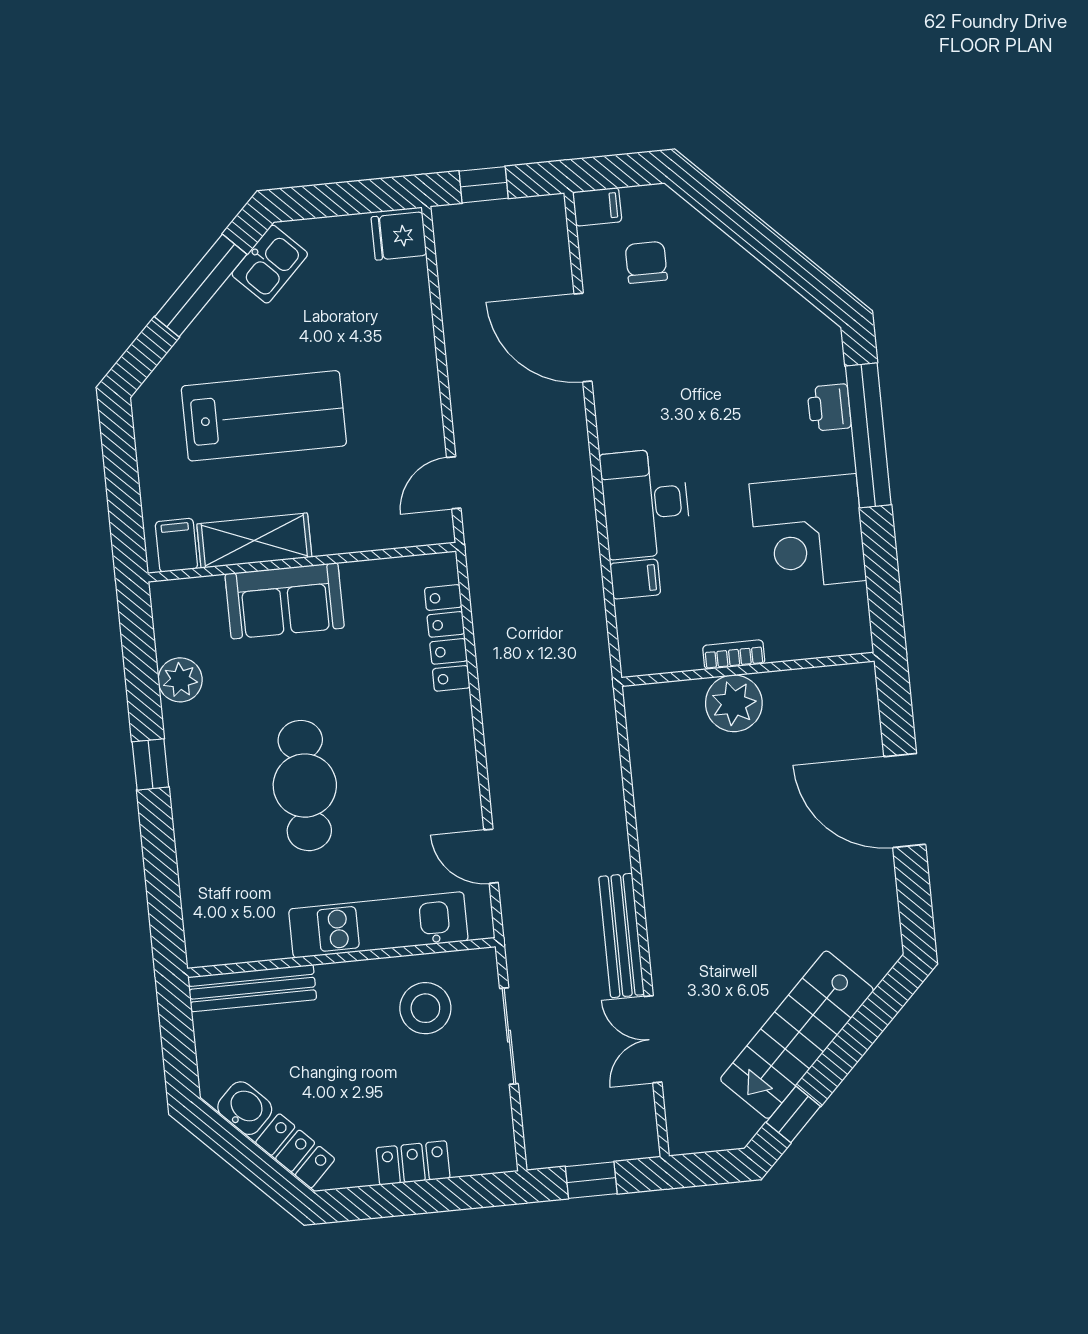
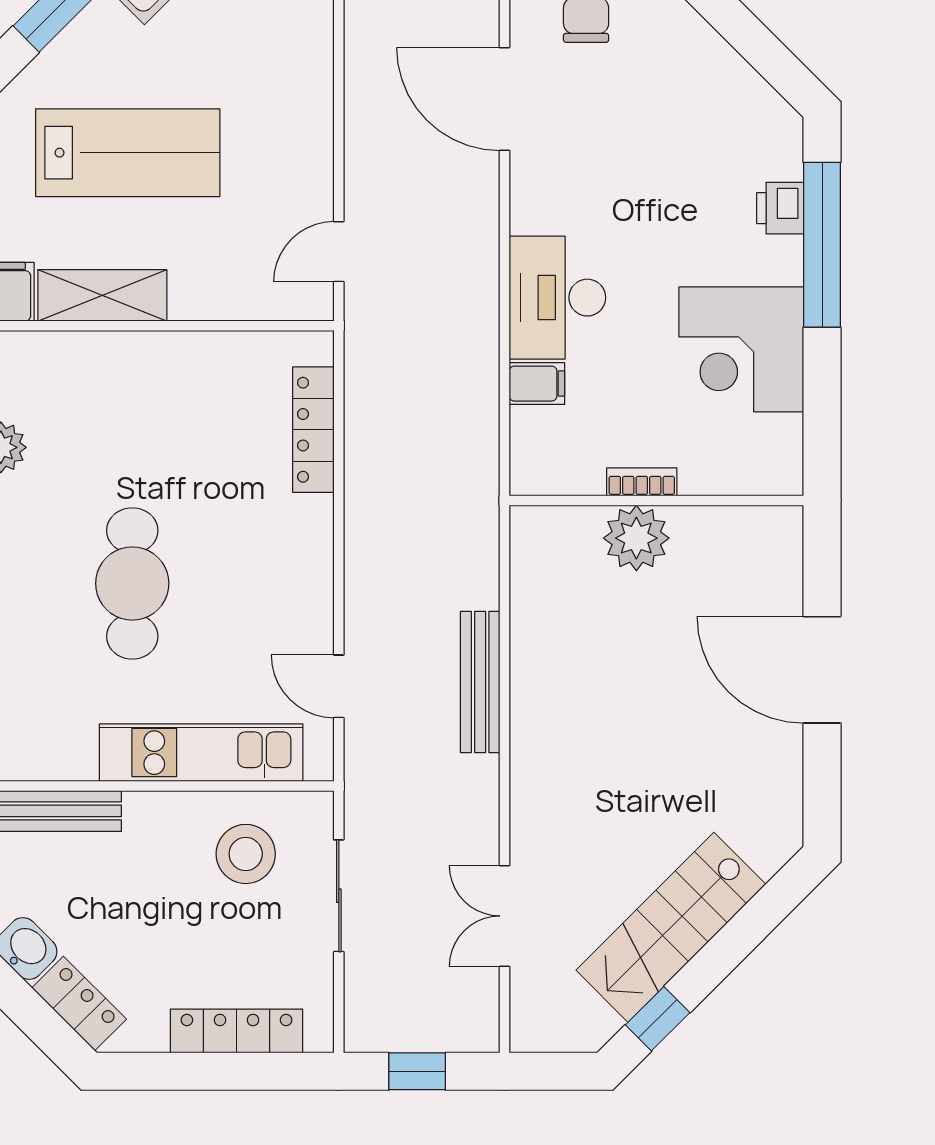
sofa: (285, 601) -> (130, 368), removed
bench: (622, 936) -> (480, 682), moved
locker: (413, 1163) -> (236, 1031), width x1.53

